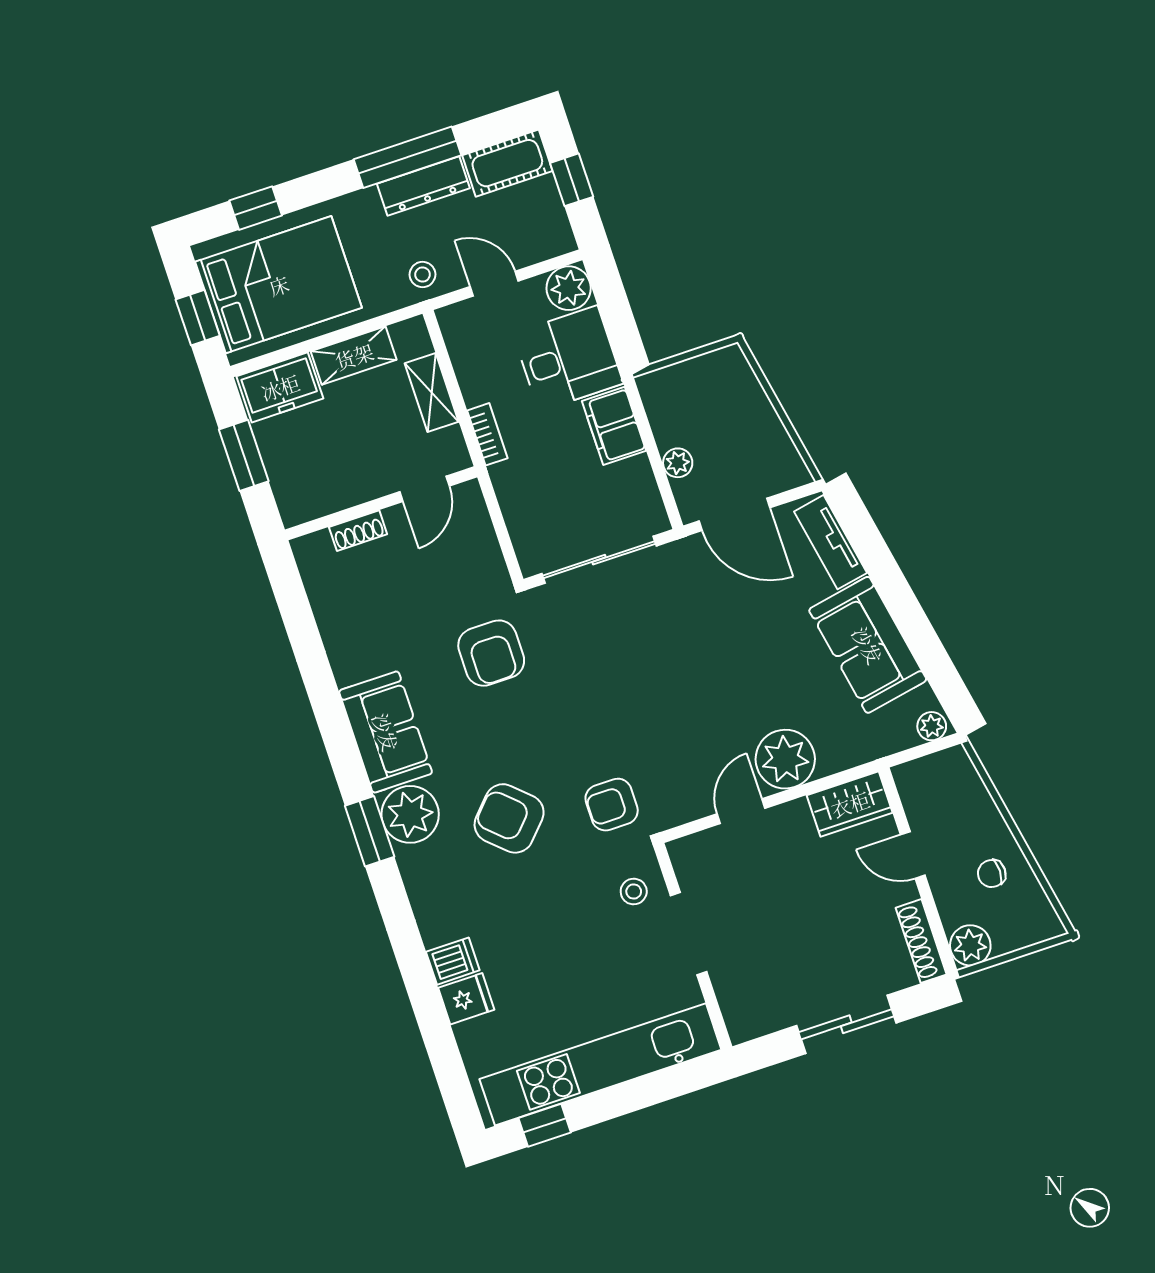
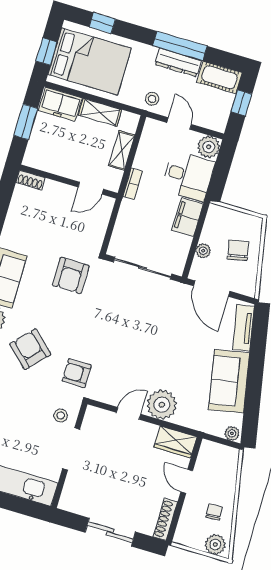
chair: (734, 422) -> (238, 250), added
shoe rack: (358, 531) -> (30, 180), moved
chair: (992, 874) -> (214, 512), turned 86
plant: (970, 945) -> (215, 545), moved

